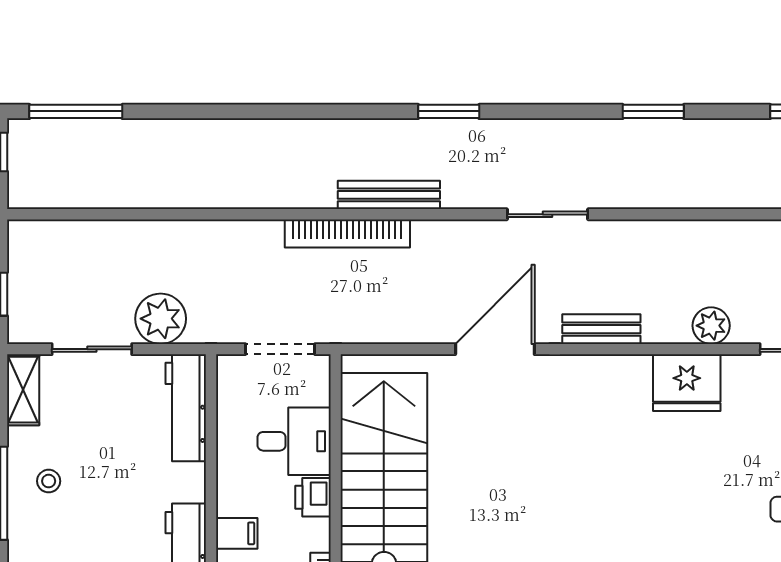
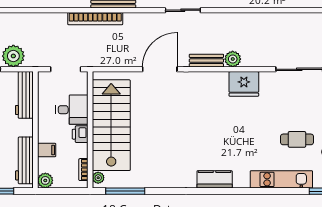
plant: (711, 326) -> (233, 59), moved

